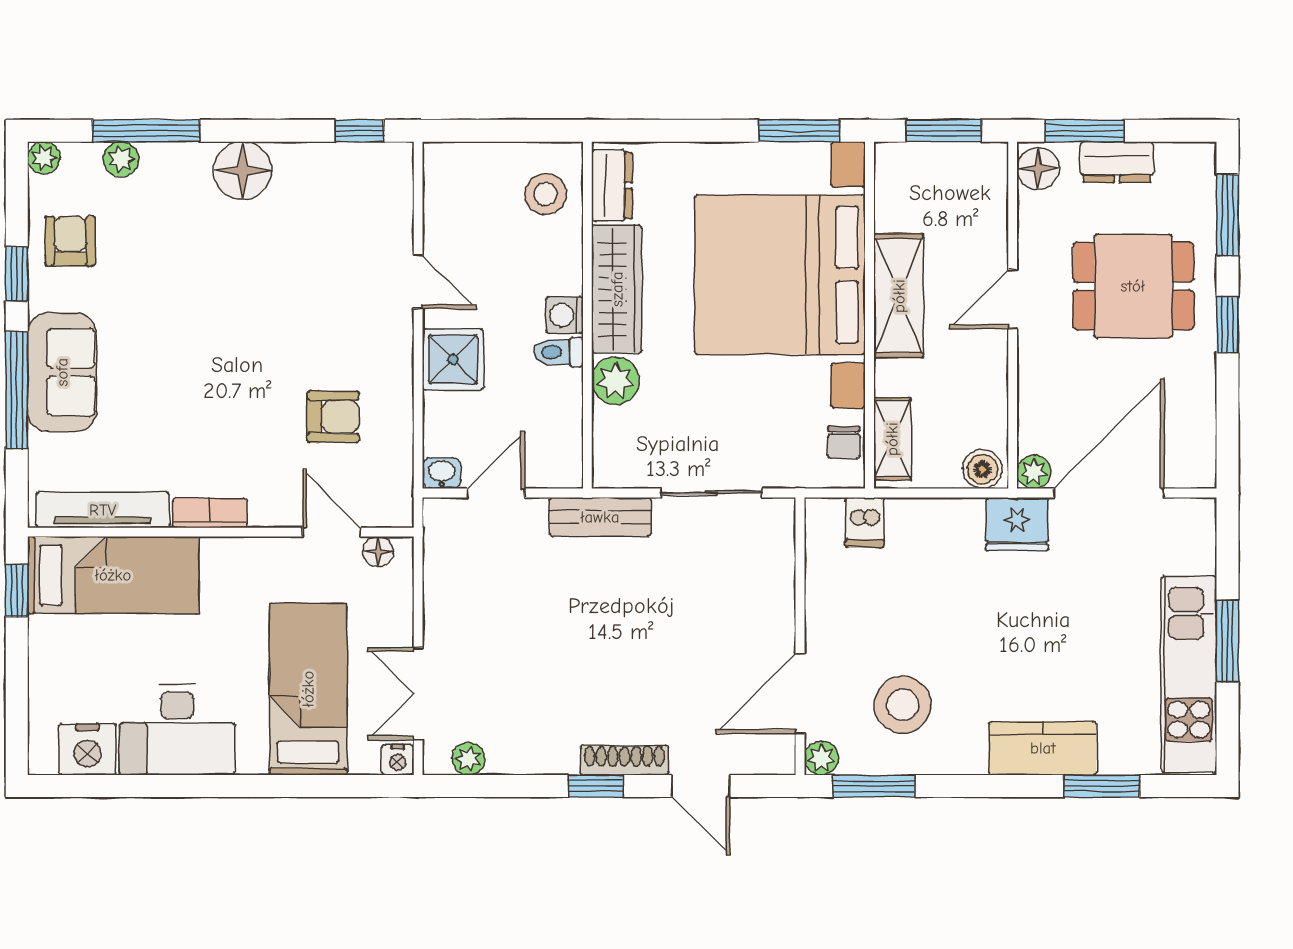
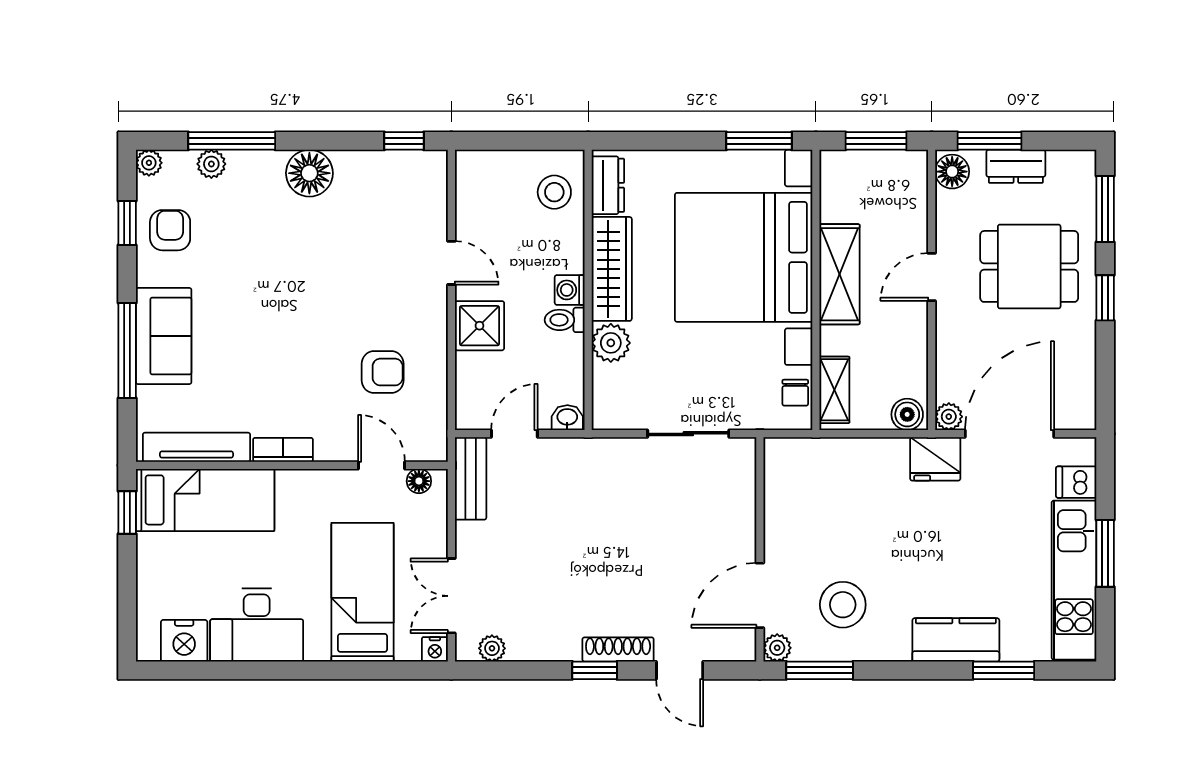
window: (17, 274) -> (127, 223), moved
washbasin: (442, 473) -> (567, 418), moved
bench: (600, 517) -> (471, 478), moved, turned 90
dishwasher: (865, 522) -> (1076, 482), moved, turned 90

